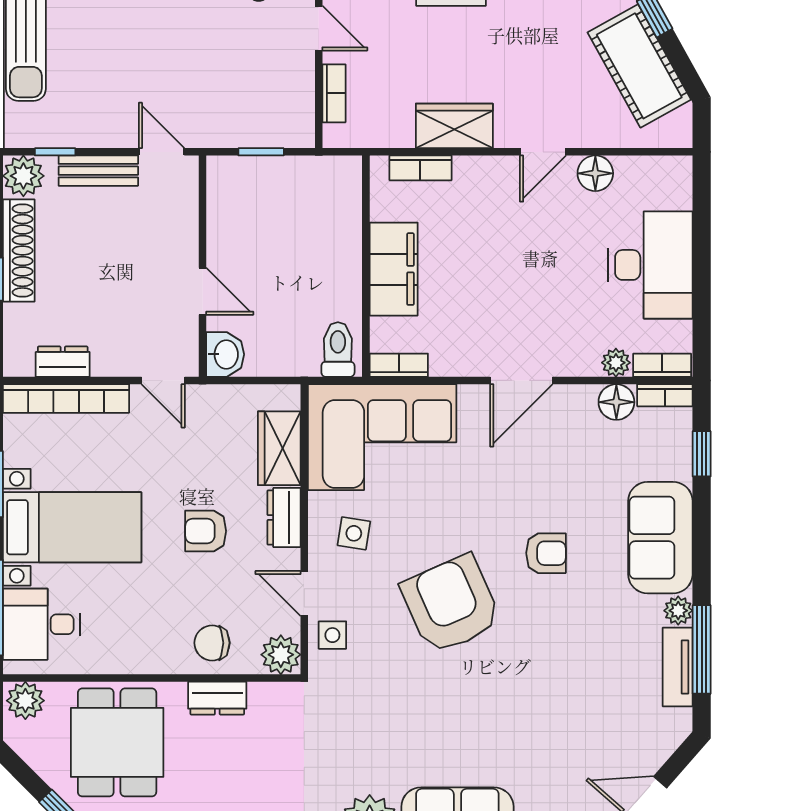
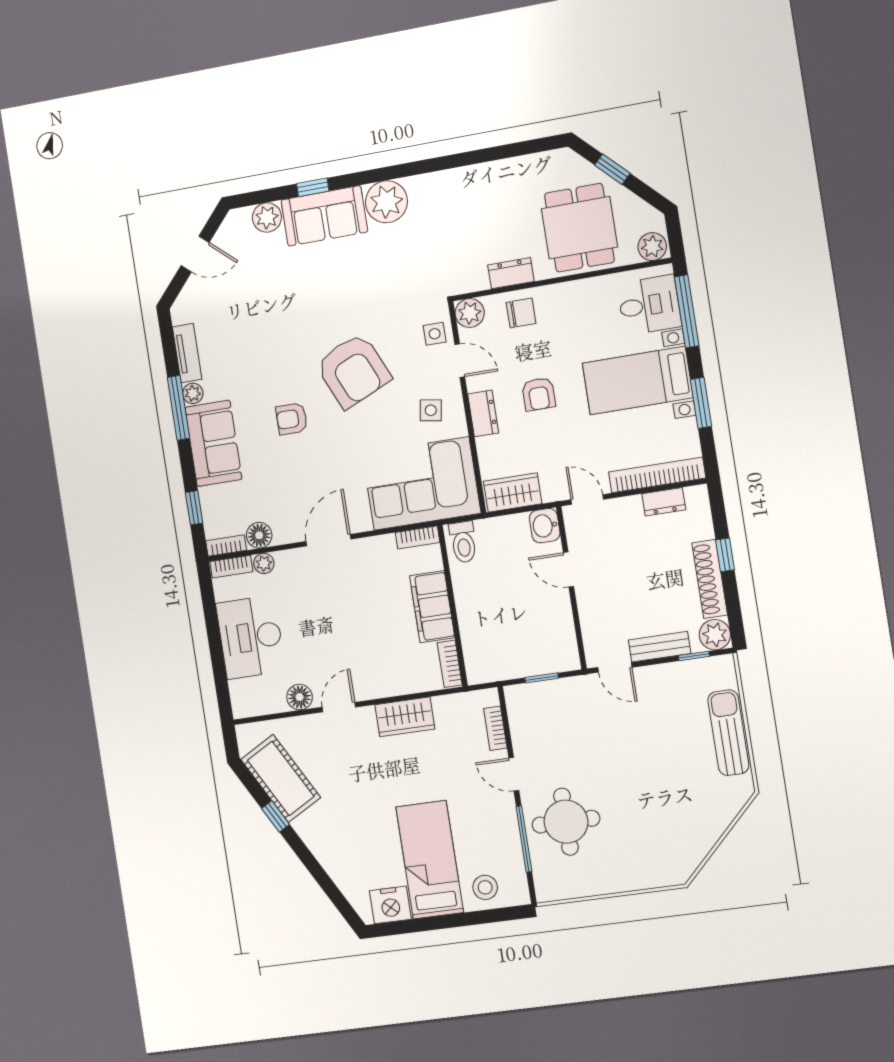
bookcase: (420, 168) -> (450, 664), moved, turned -90
wardrobe: (279, 448) -> (513, 492), moved, turned -90
armchair: (206, 531) -> (539, 394), turned 90
window: (702, 649) -> (178, 408), moved

